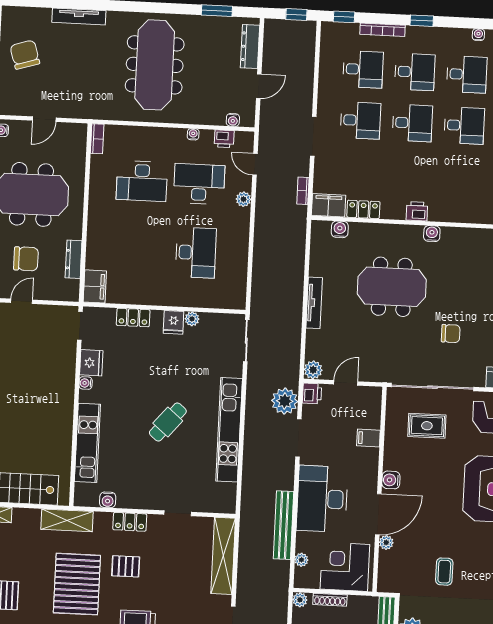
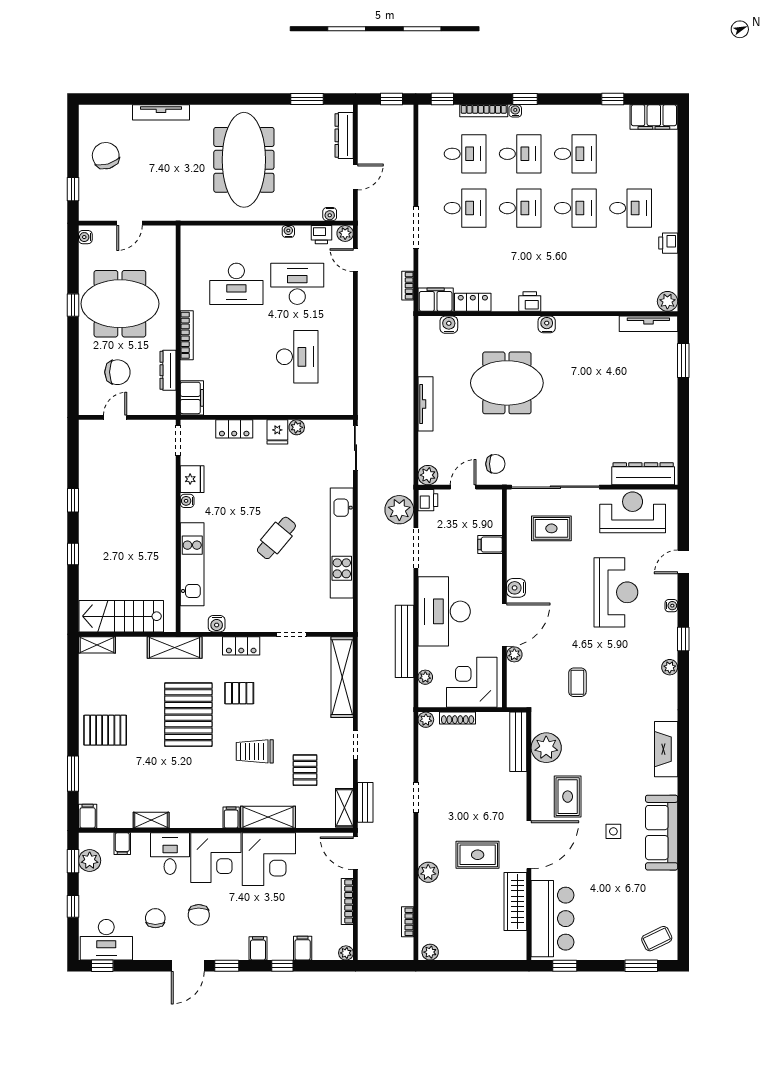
water cooler: (478, 35) -> (515, 111), moved
bookcase: (97, 139) -> (187, 335), moved, width x1.56
plant: (244, 199) -> (345, 233), moved
chair: (451, 334) -> (495, 464), moved

